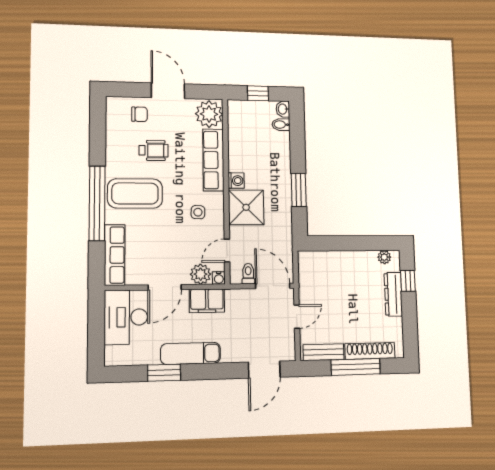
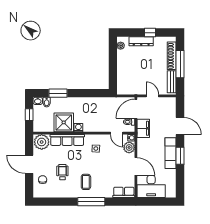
door: (168, 91) -> (29, 164), hinge flipped
window: (299, 190) -> (58, 93), moved
coffee table: (135, 193) -> (86, 182), width x0.54, depth x0.58
window: (97, 203) -> (91, 202), width x0.68
shower: (246, 207) -> (64, 122), moved
row of seats: (115, 255) -> (124, 192), width x0.68
window: (408, 281) -> (150, 33), moved
filing cabinet: (207, 301) -> (143, 128), moved
door: (264, 370) -> (180, 126), moved
window: (164, 373) -> (180, 156), moved

